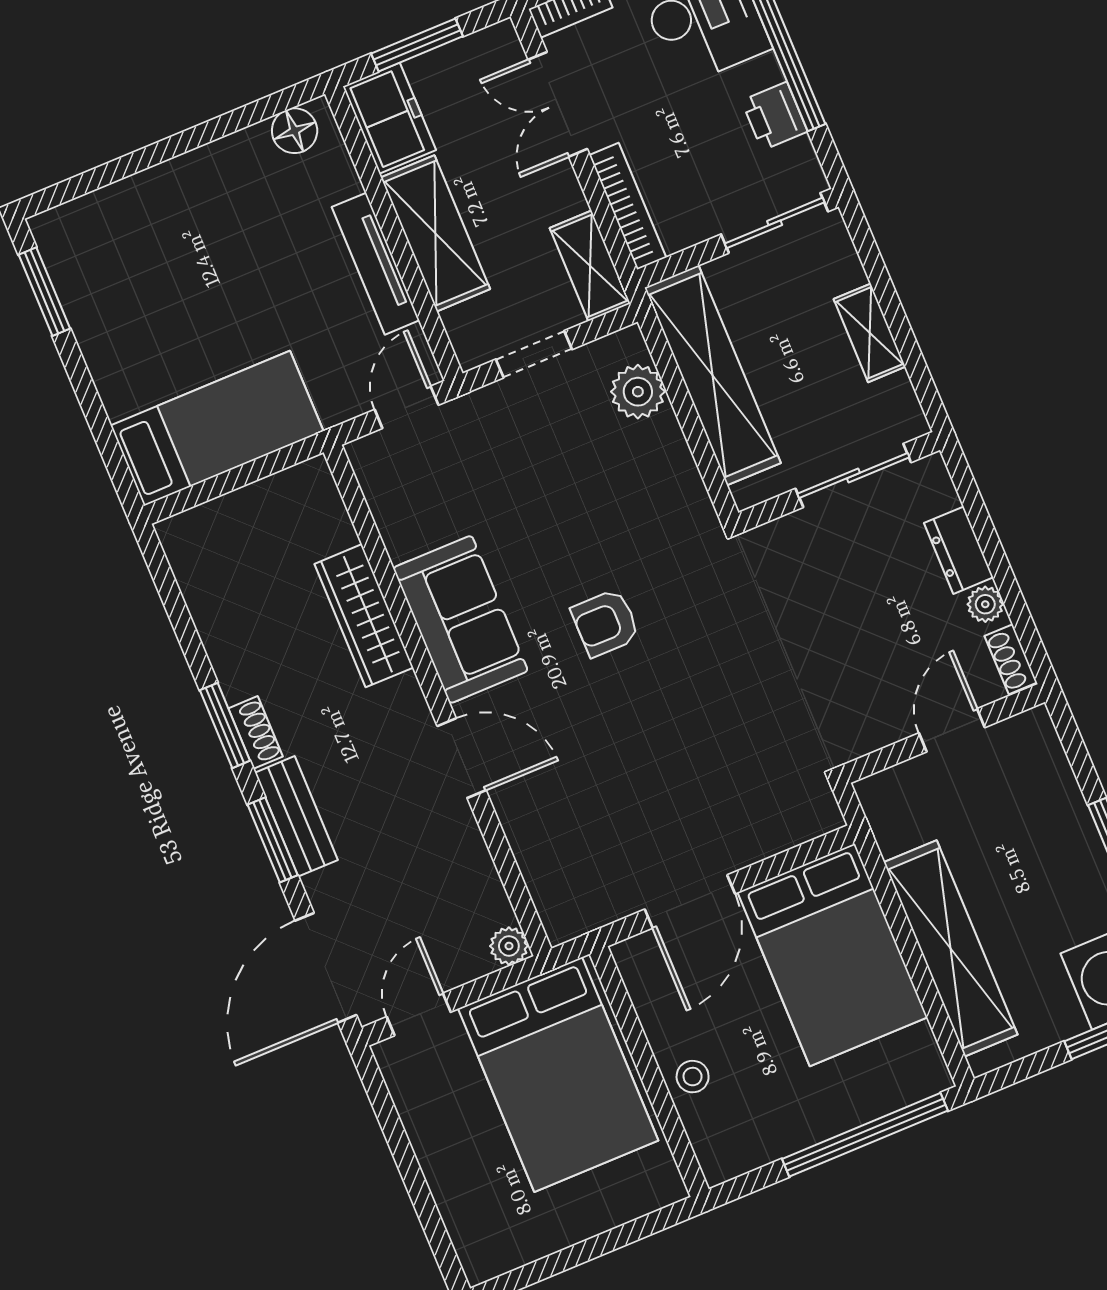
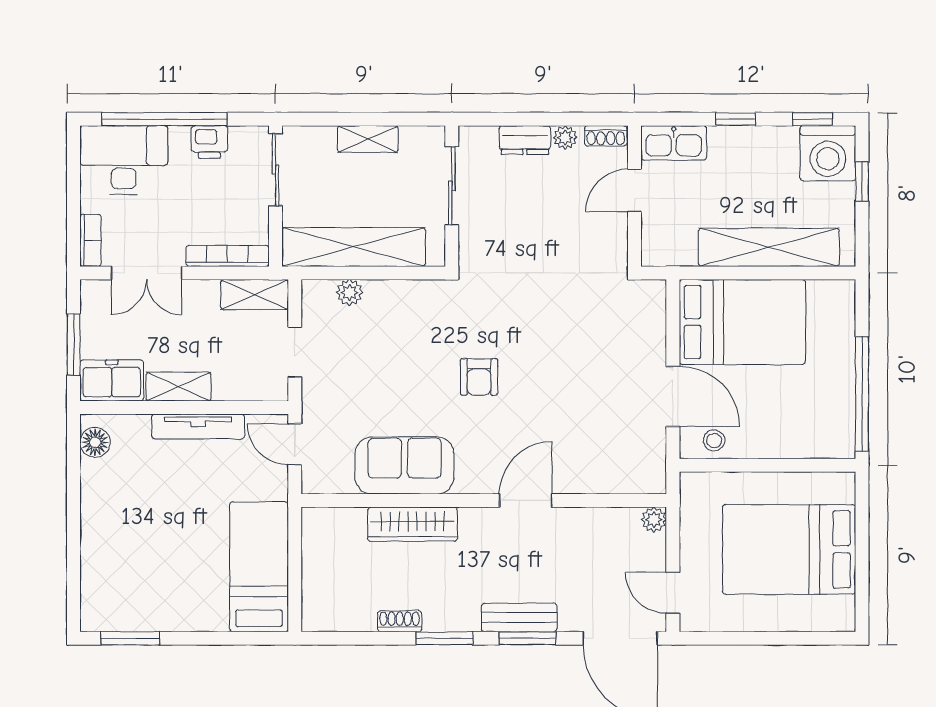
shelving: (435, 233) -> (178, 387), width x0.67, depth x0.75
plant: (638, 392) -> (349, 292), width x0.73, depth x0.73
sofa: (460, 619) -> (405, 466), moved
door: (952, 730) -> (634, 190), hinge flipped
shoe rack: (256, 732) -> (400, 621), moved
kitchen sink: (1040, 757) -> (674, 143), added
bed: (558, 1074) -> (789, 549), moved, turned 180
stool: (693, 1077) -> (714, 440), moved
window: (865, 1135) -> (862, 394), moved

